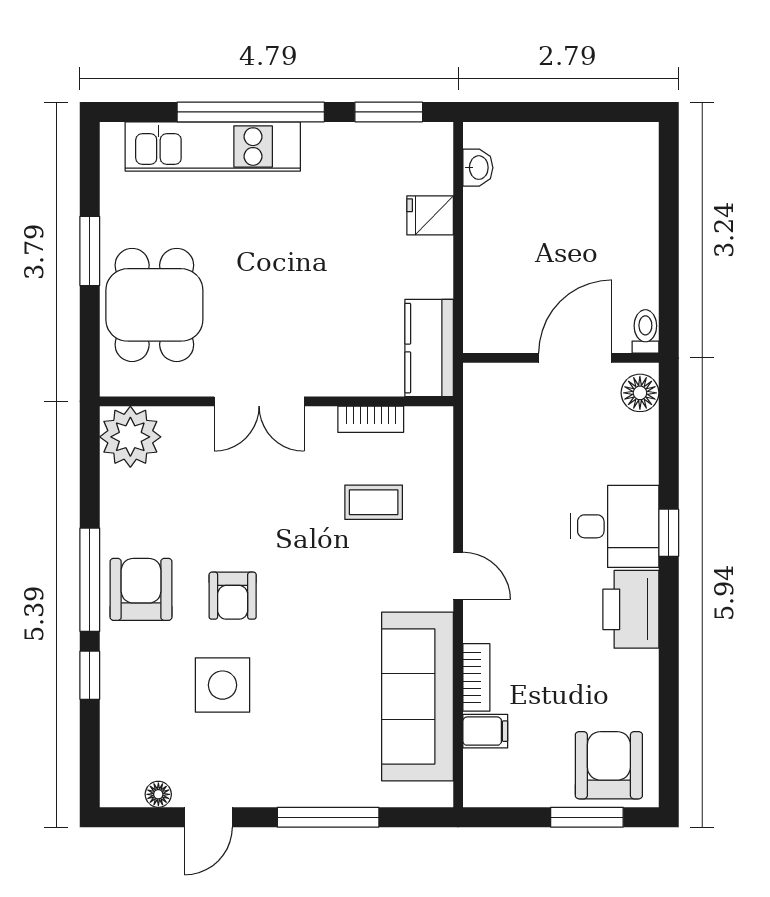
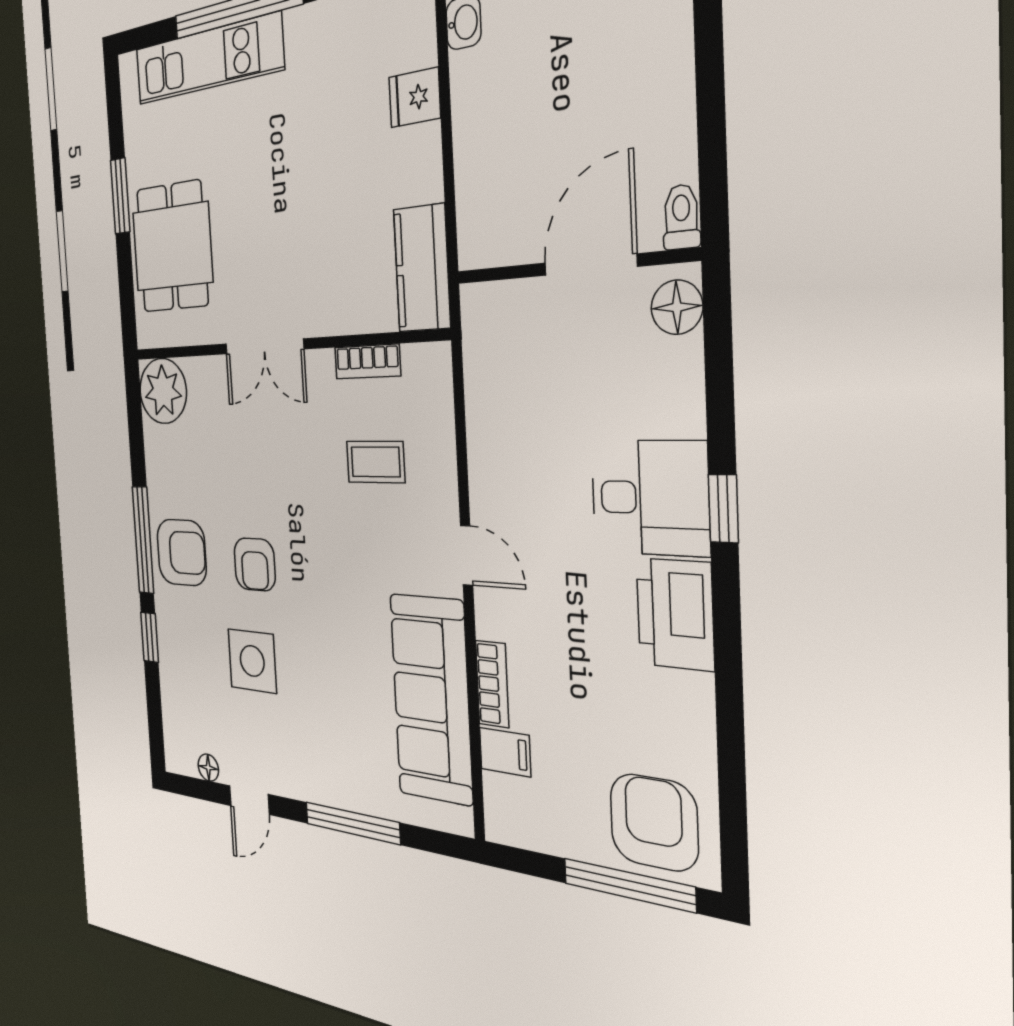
armchair: (141, 589) -> (182, 552), turned 90
window: (587, 817) -> (629, 885), width x1.44

